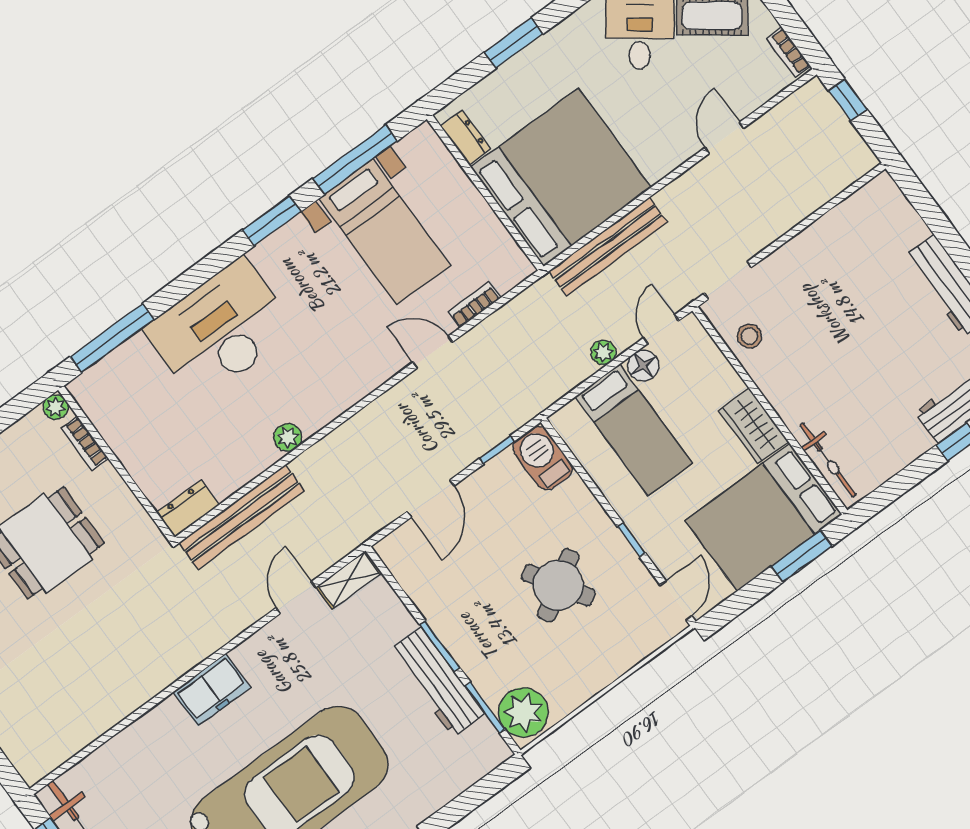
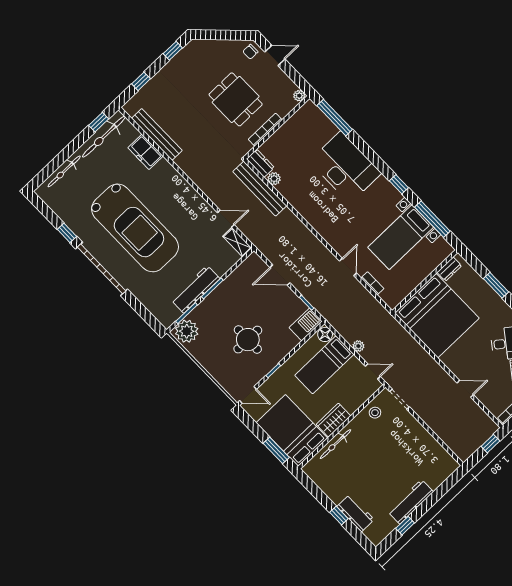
window: (272, 221) -> (399, 184), width x0.67
bench: (608, 247) -> (157, 134), moved
floor lamp: (643, 366) -> (325, 334), moved
plant: (288, 437) -> (274, 179), moved
bookcase: (85, 443) -> (265, 130), moved, width x1.56
bicycle: (828, 460) -> (335, 444), moved
round table: (558, 585) -> (248, 340), turned 32
freezer: (212, 690) -> (145, 152), moved

